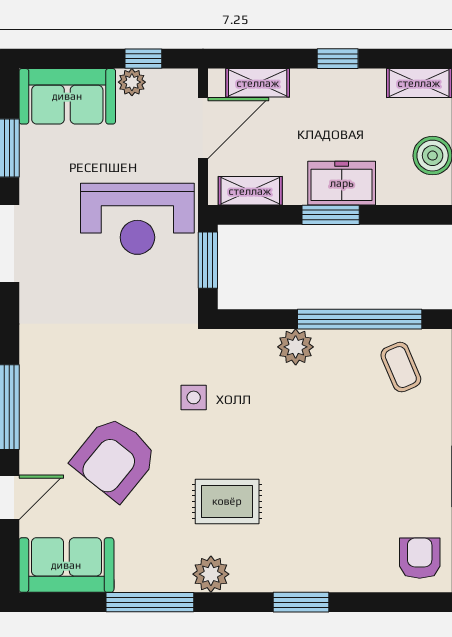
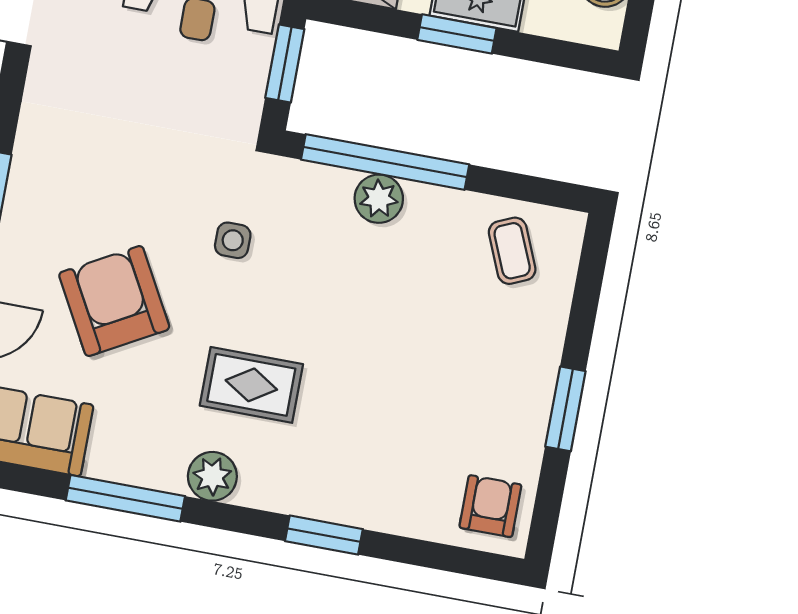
window: (360, 319) -> (385, 162), moved
armchair: (115, 458) -> (114, 301), turned 112

